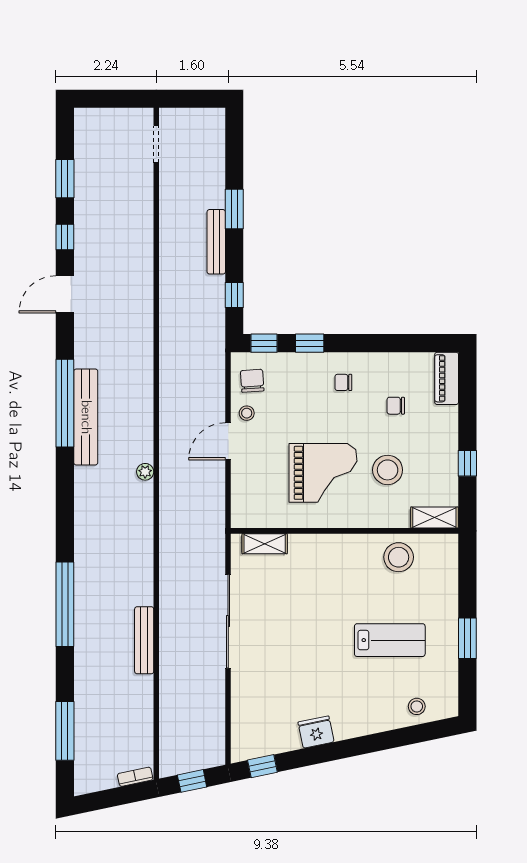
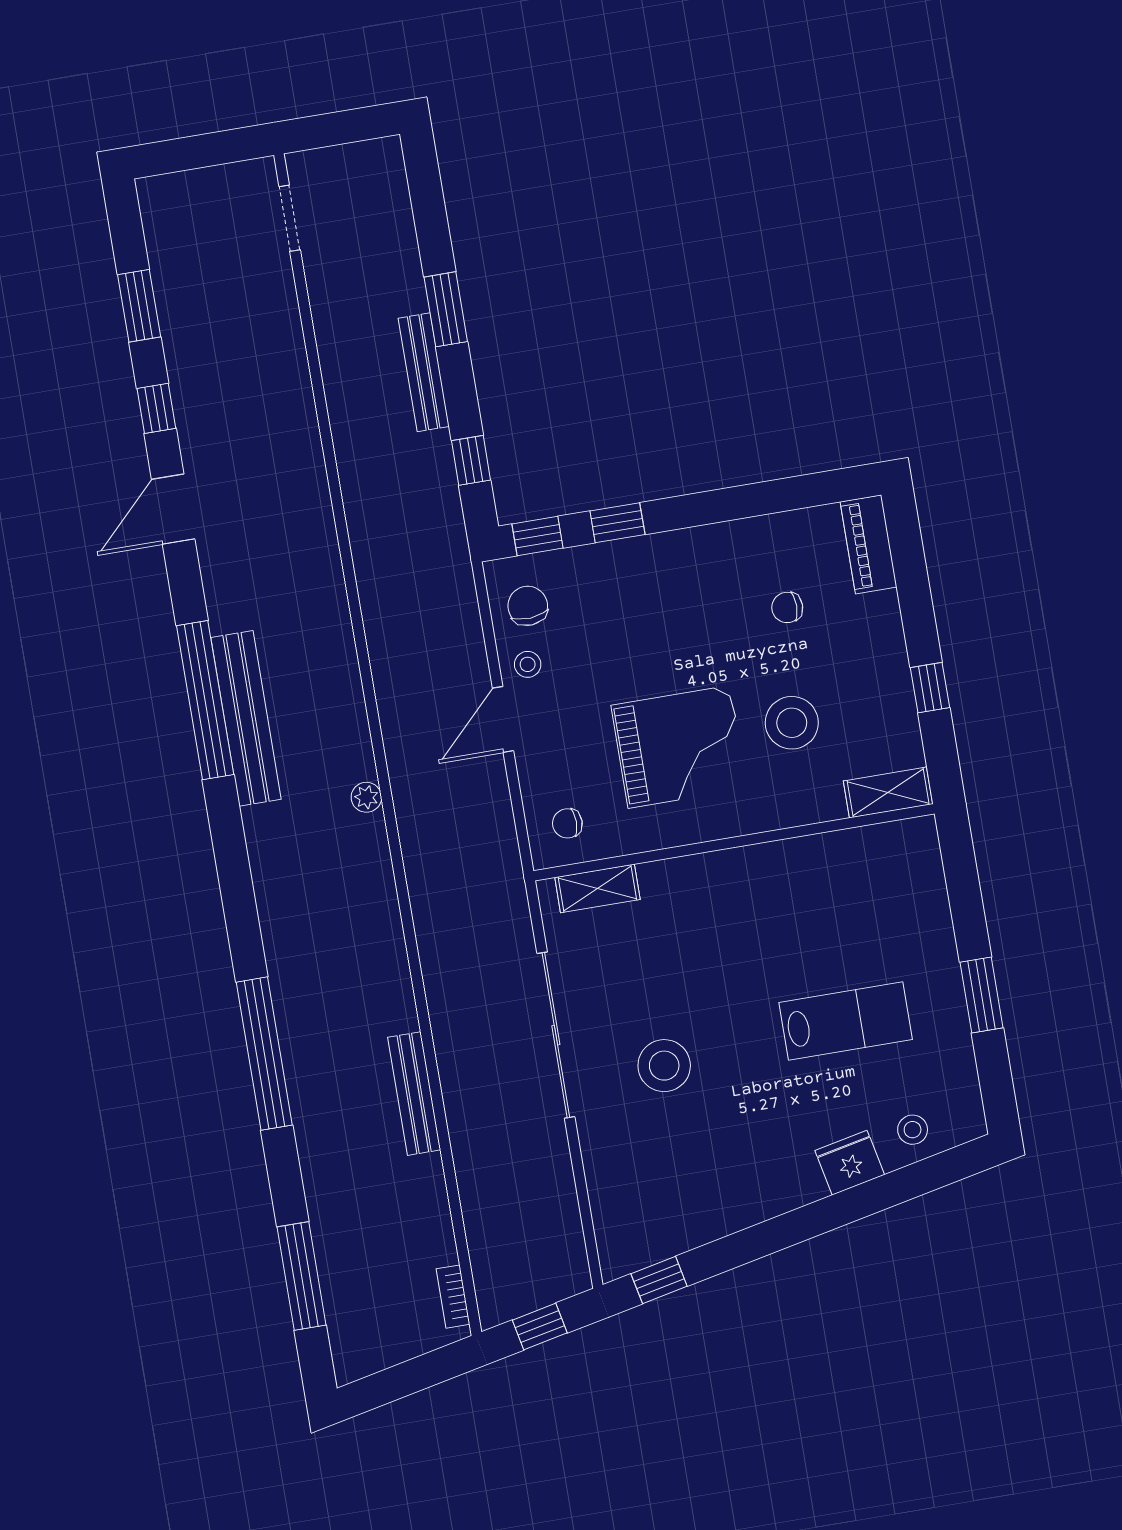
chair: (343, 382) -> (567, 823), moved
stool: (399, 557) -> (664, 1066), moved
fridge: (316, 732) -> (850, 1163), moved
bookcase: (135, 777) -> (453, 1297), moved, turned -78

